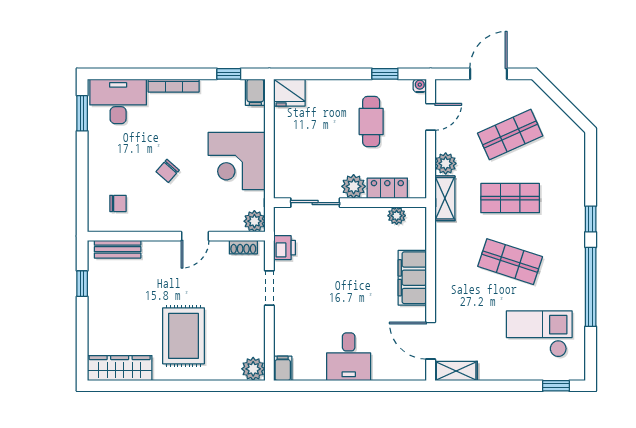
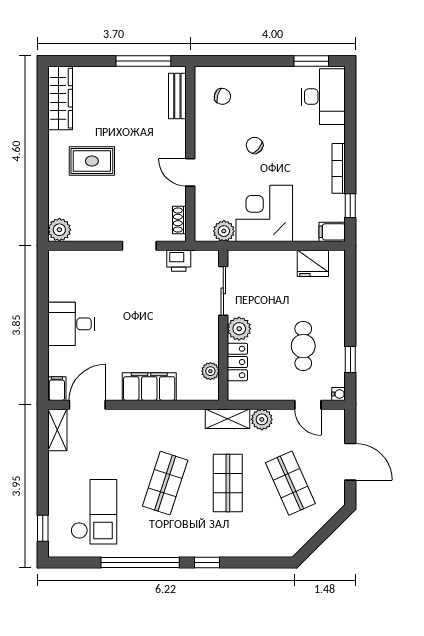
bookcase: (174, 86) -> (339, 168), moved
fridge: (289, 93) -> (313, 263), moved, turned -90
cafe table: (371, 122) -> (303, 346), turned 90
chair: (118, 203) -> (222, 96), turned -74
plant: (254, 221) -> (224, 231), moved
window: (82, 284) -> (143, 61), width x2.17
rug: (183, 336) -> (92, 161), width x0.73, depth x0.70
filing cabinet: (283, 368) -> (57, 389), moved, turned -90

